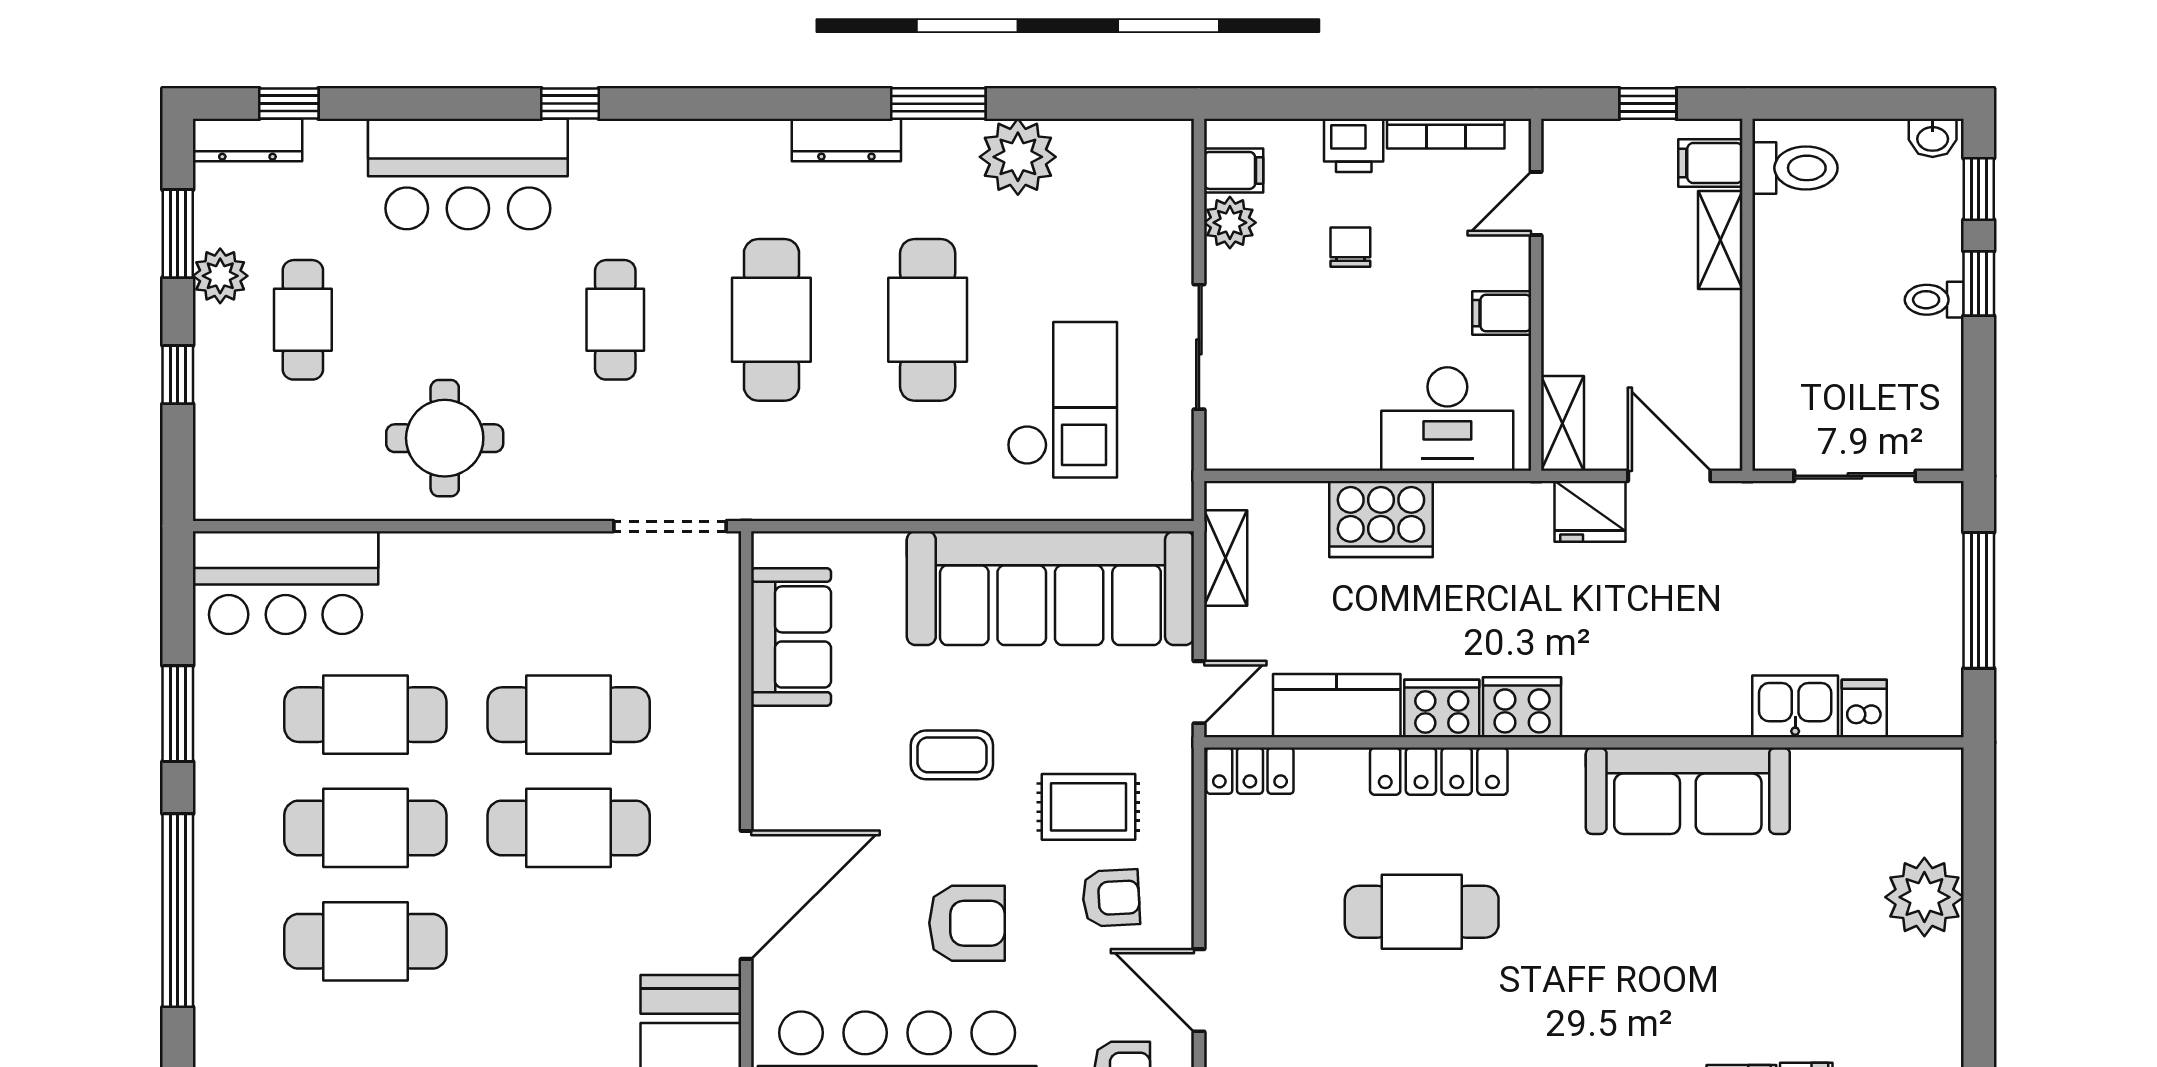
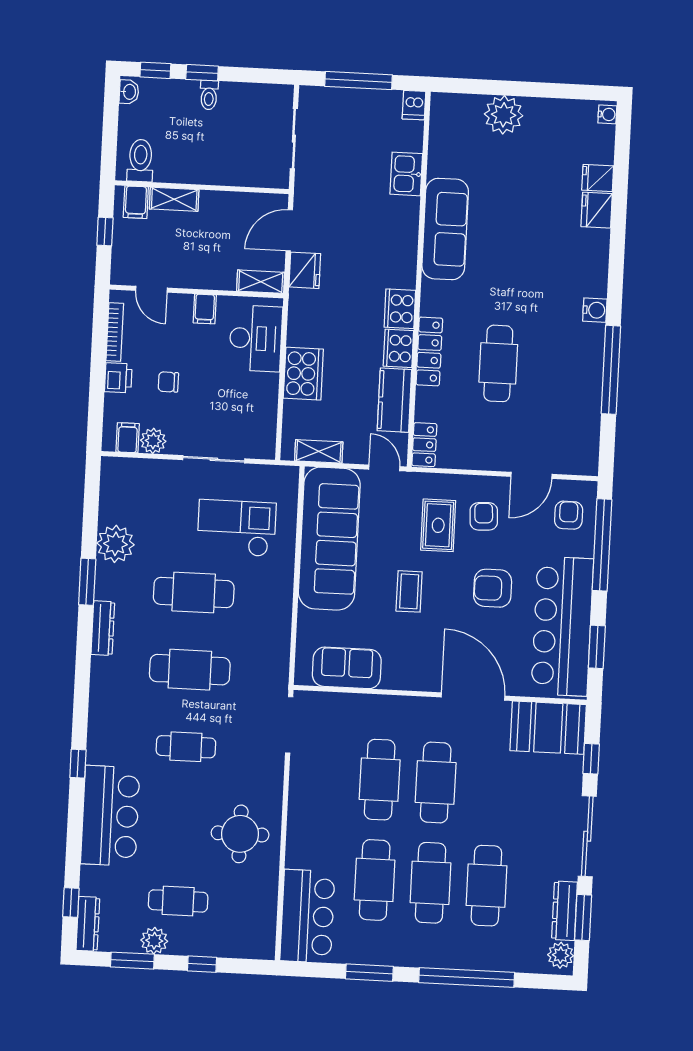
dishwasher: (1864, 709) -> (414, 105), moved, turned -90
armchair: (967, 923) -> (493, 588), turned -90

